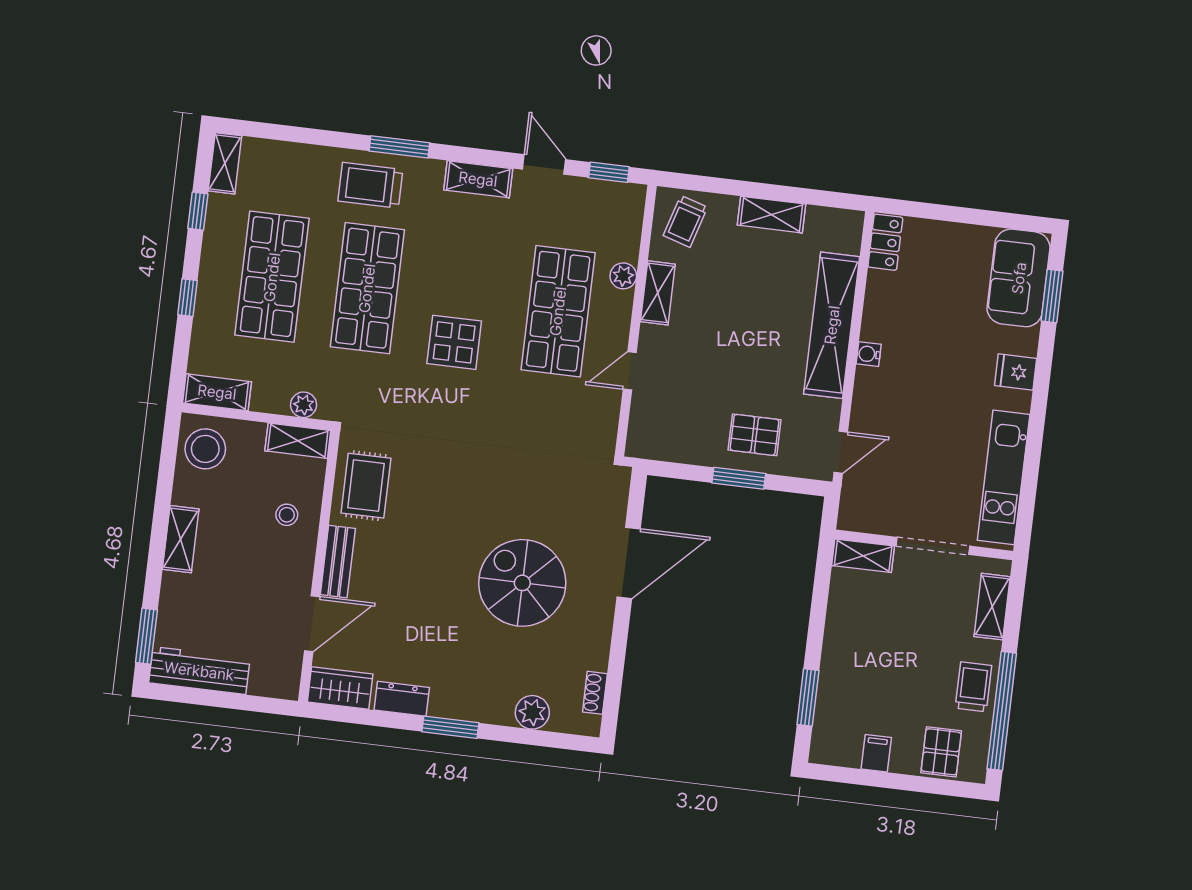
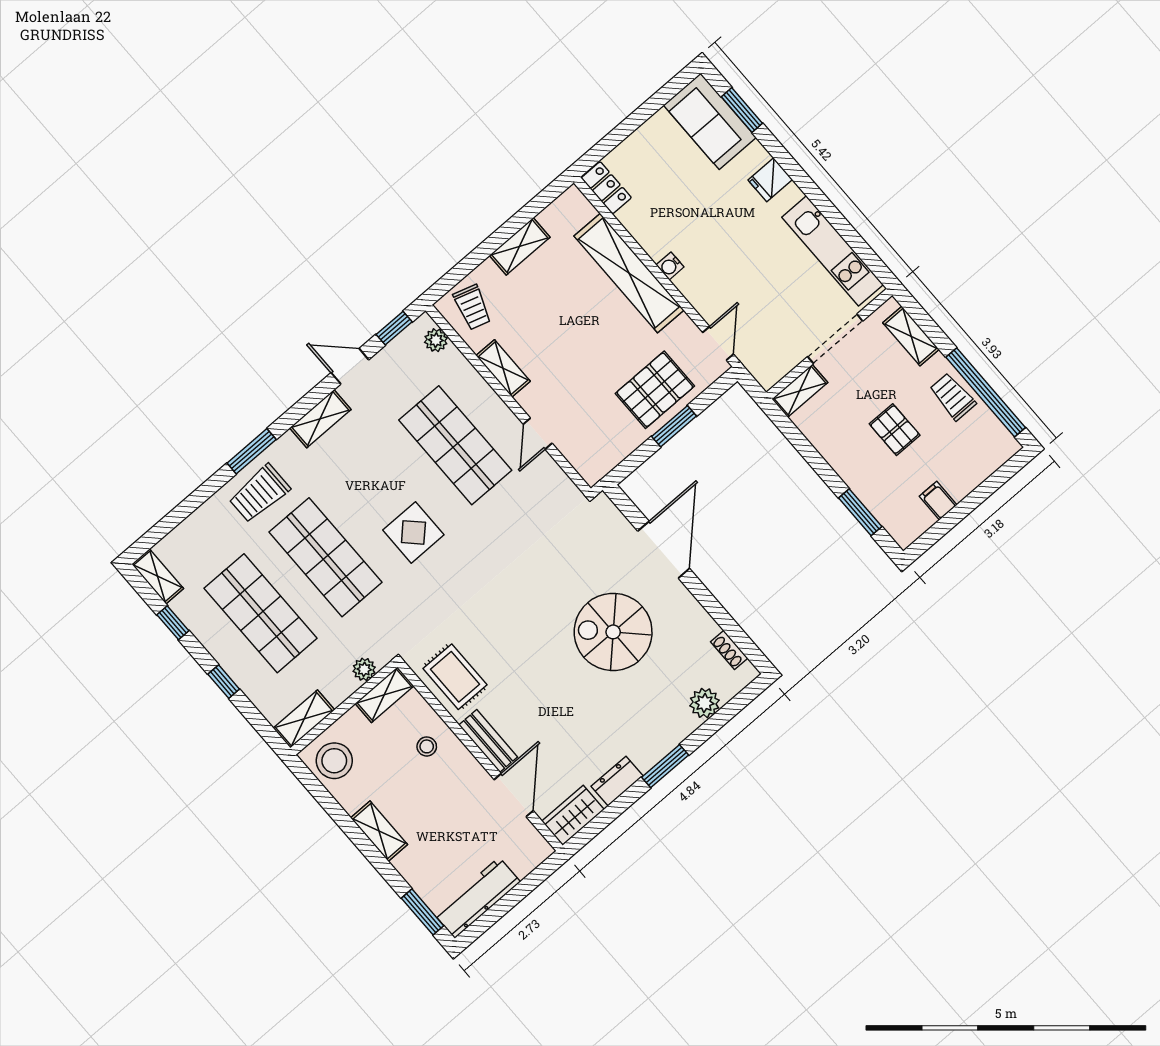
plant: (623, 276) -> (436, 340), moved
pallet: (755, 435) -> (655, 390), width x1.50, depth x1.42
pallet: (941, 752) -> (895, 430), moved

